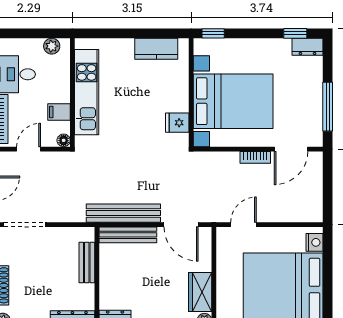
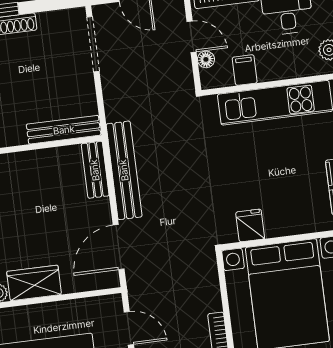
floor lamp: (64, 140) -> (206, 59), moved
bench: (128, 235) -> (95, 170), width x0.73
bench: (87, 262) -> (64, 130), width x1.36

